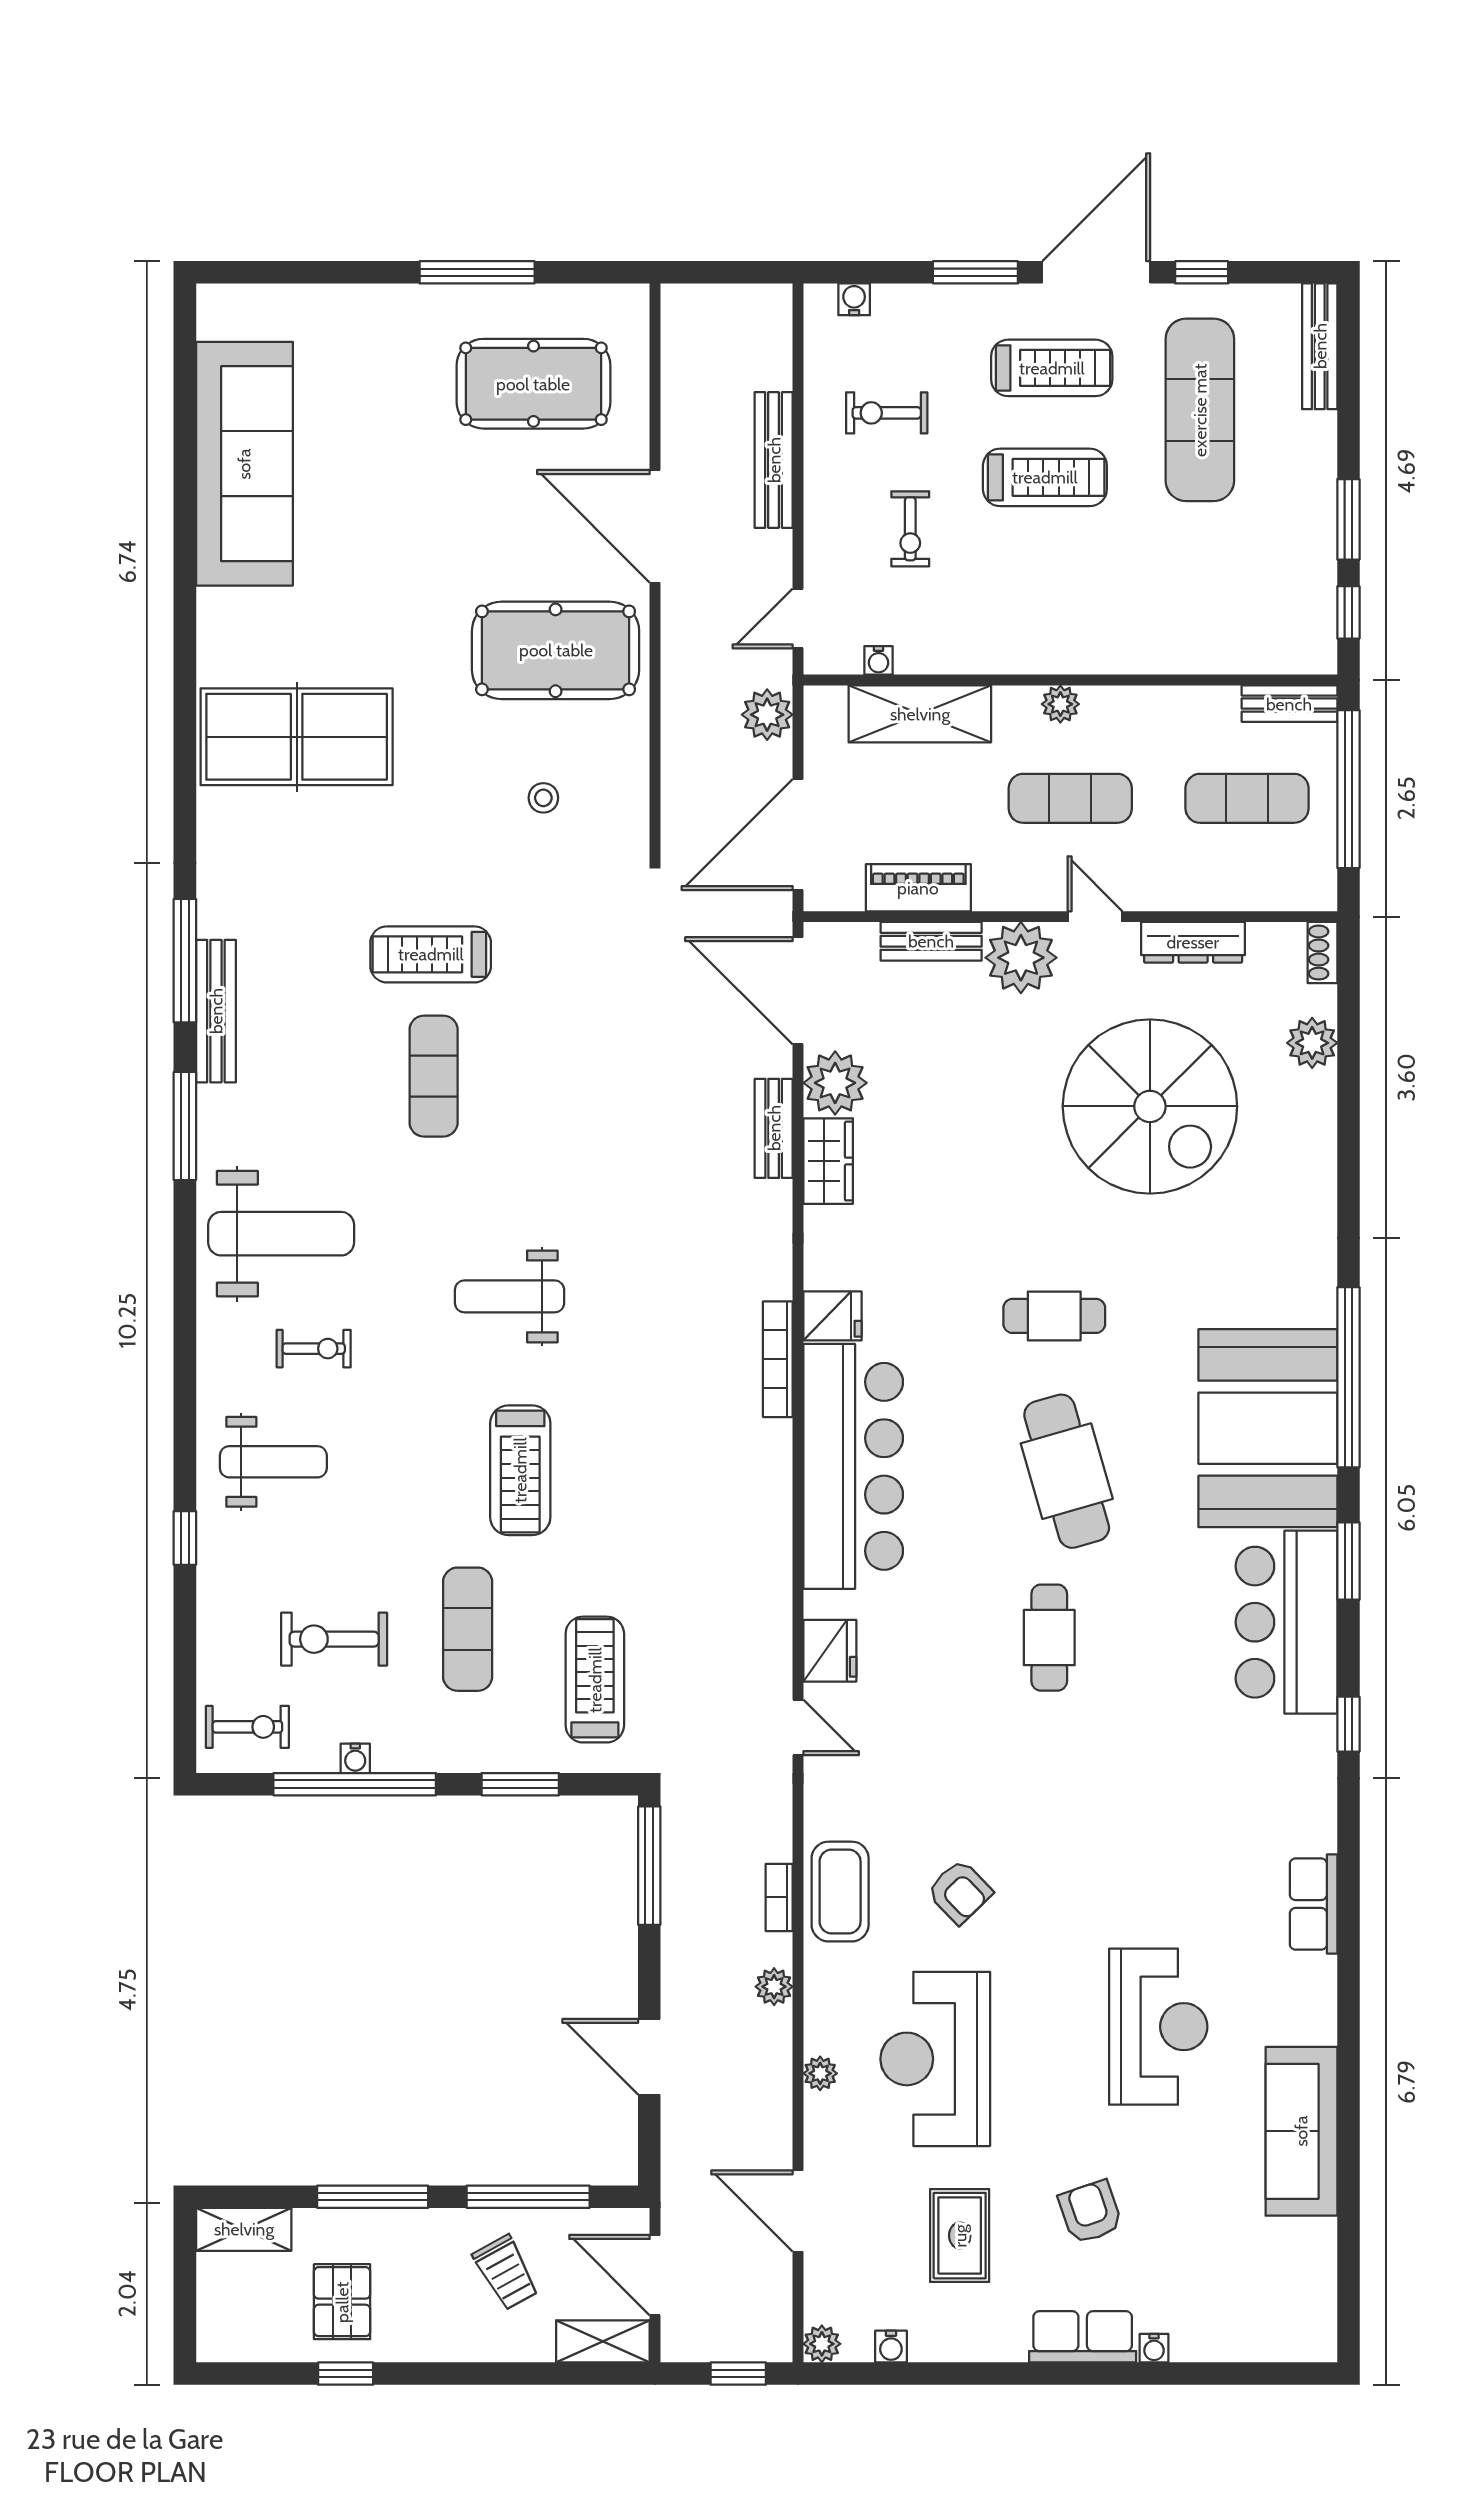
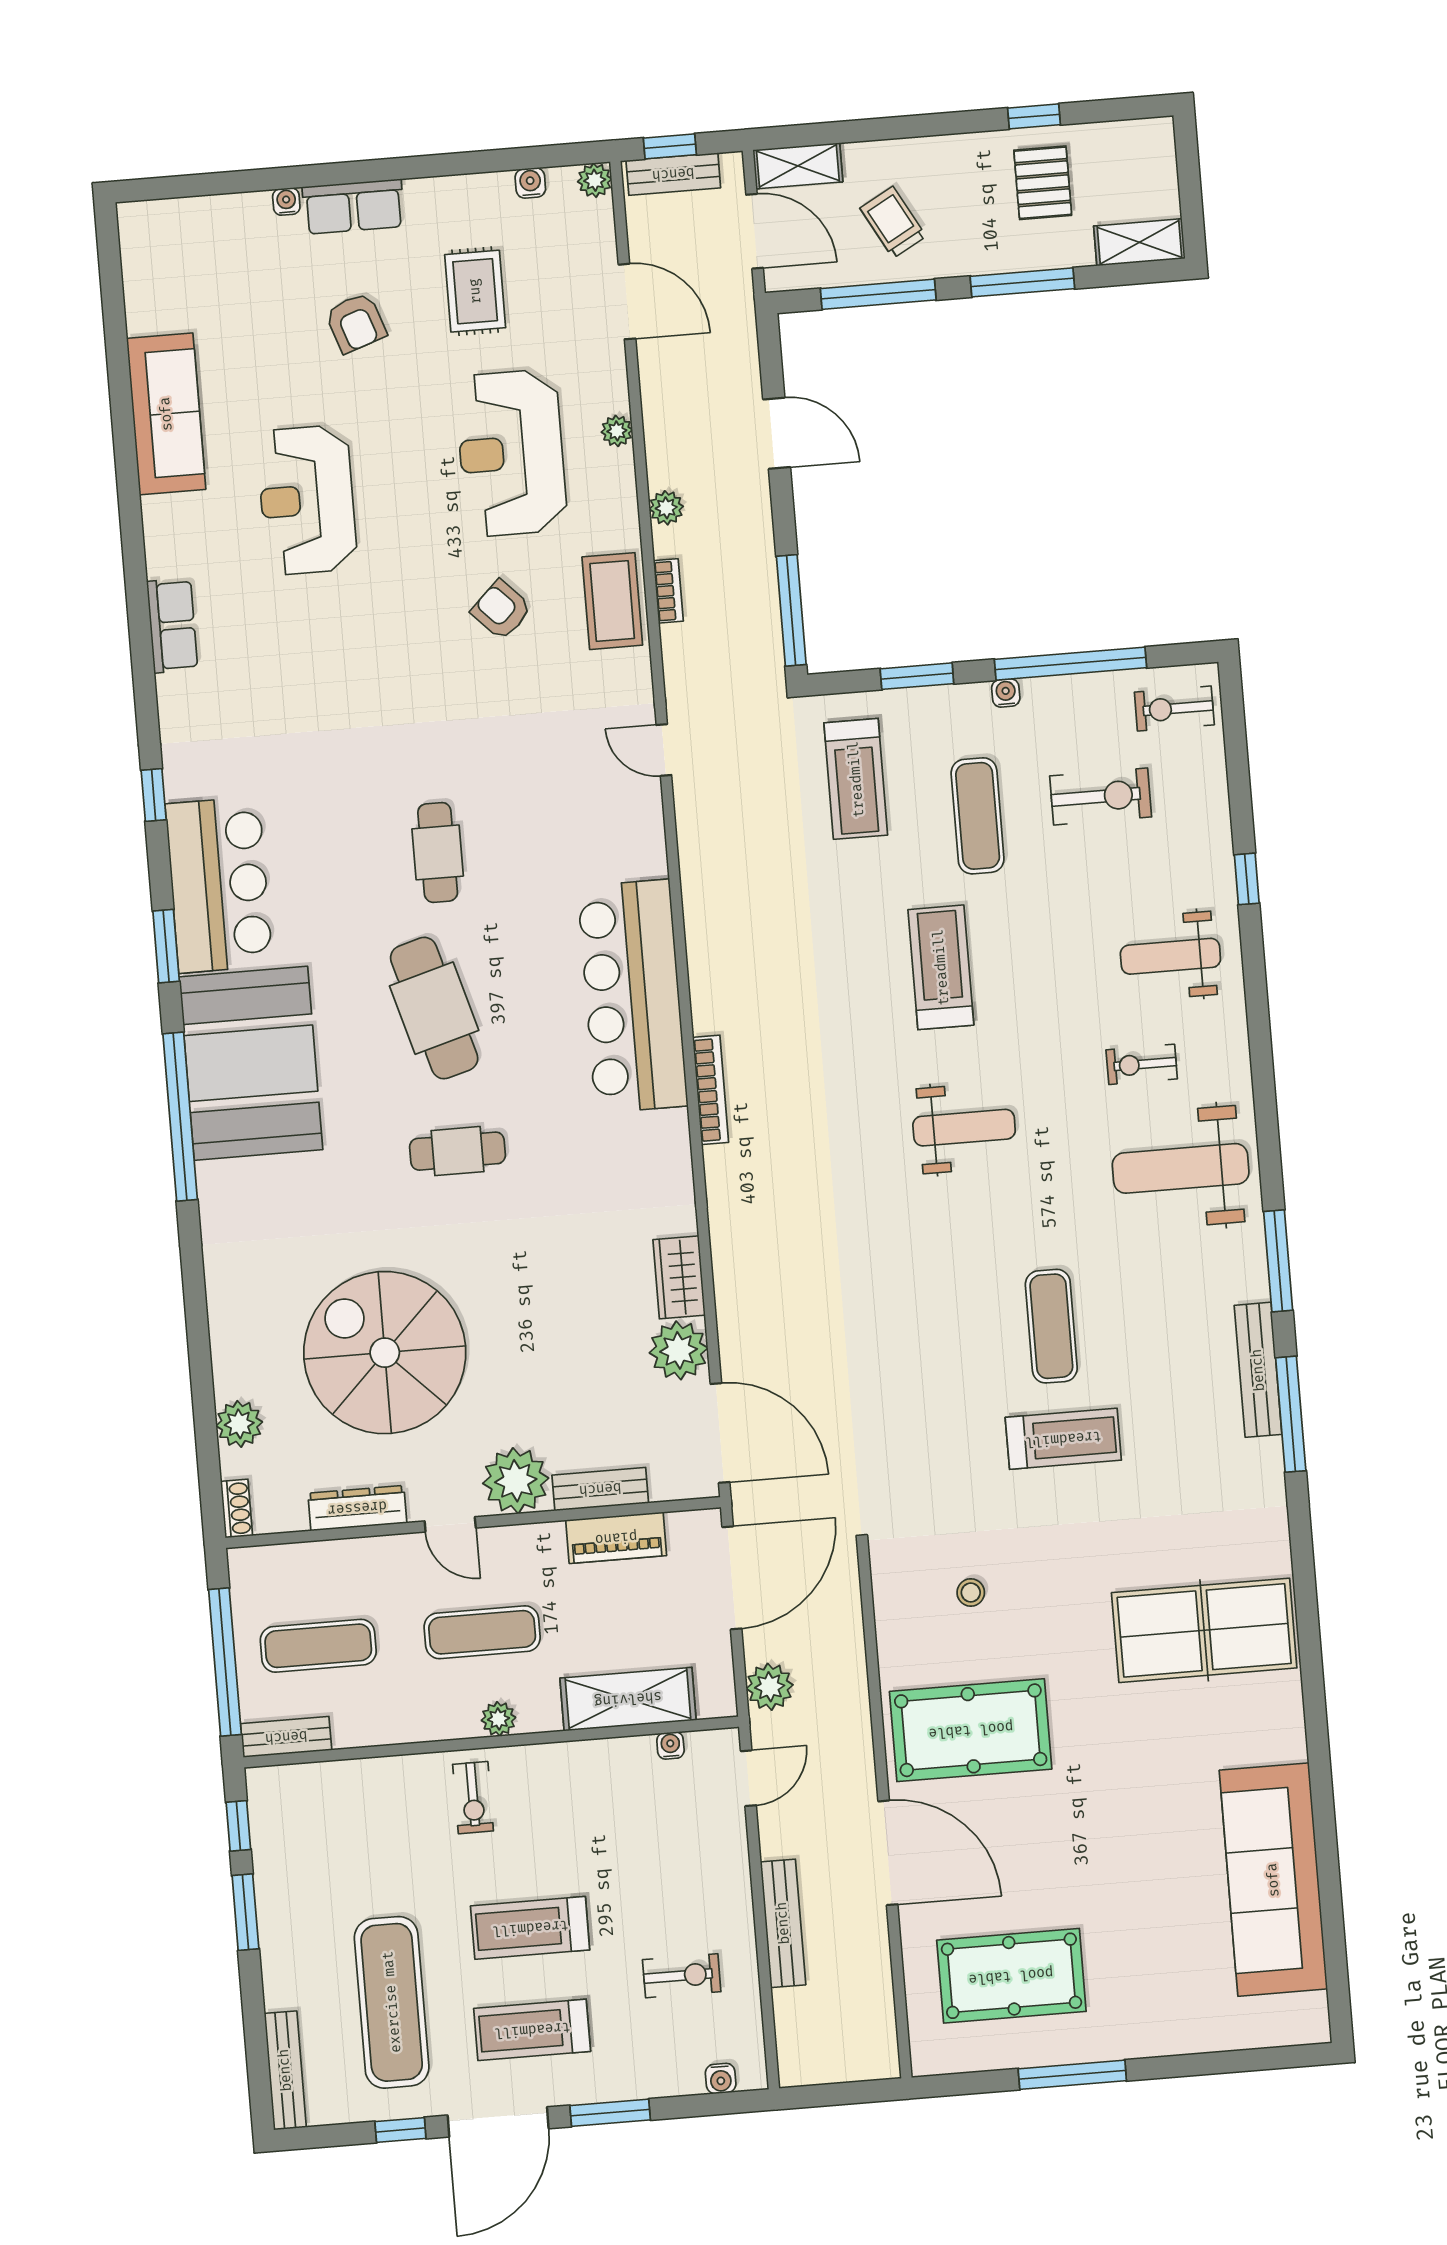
exercise bike: (910, 529) -> (473, 1798), moved, turned 180
bench: (774, 1128) -> (673, 174), moved, turned 90
fridge: (832, 1316) -> (663, 1134), removed
fridge: (830, 1651) -> (640, 823), removed
water cooler: (355, 1758) -> (1006, 693), moved
reception desk: (935, 2059) -> (511, 453), turned 180

